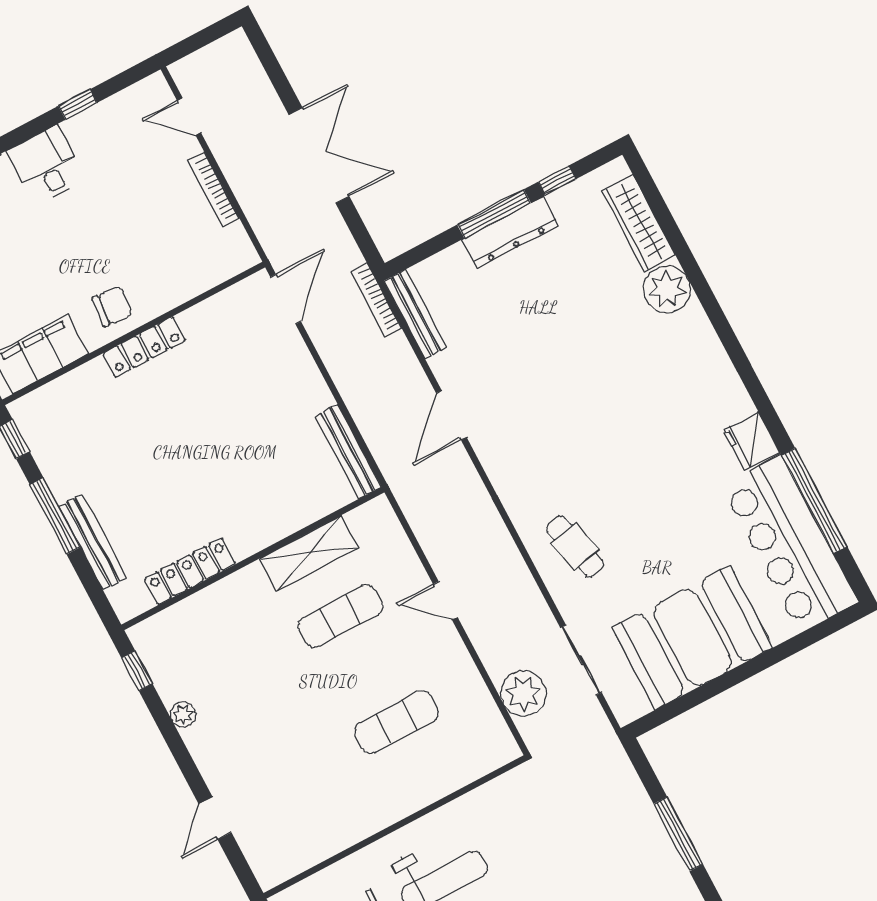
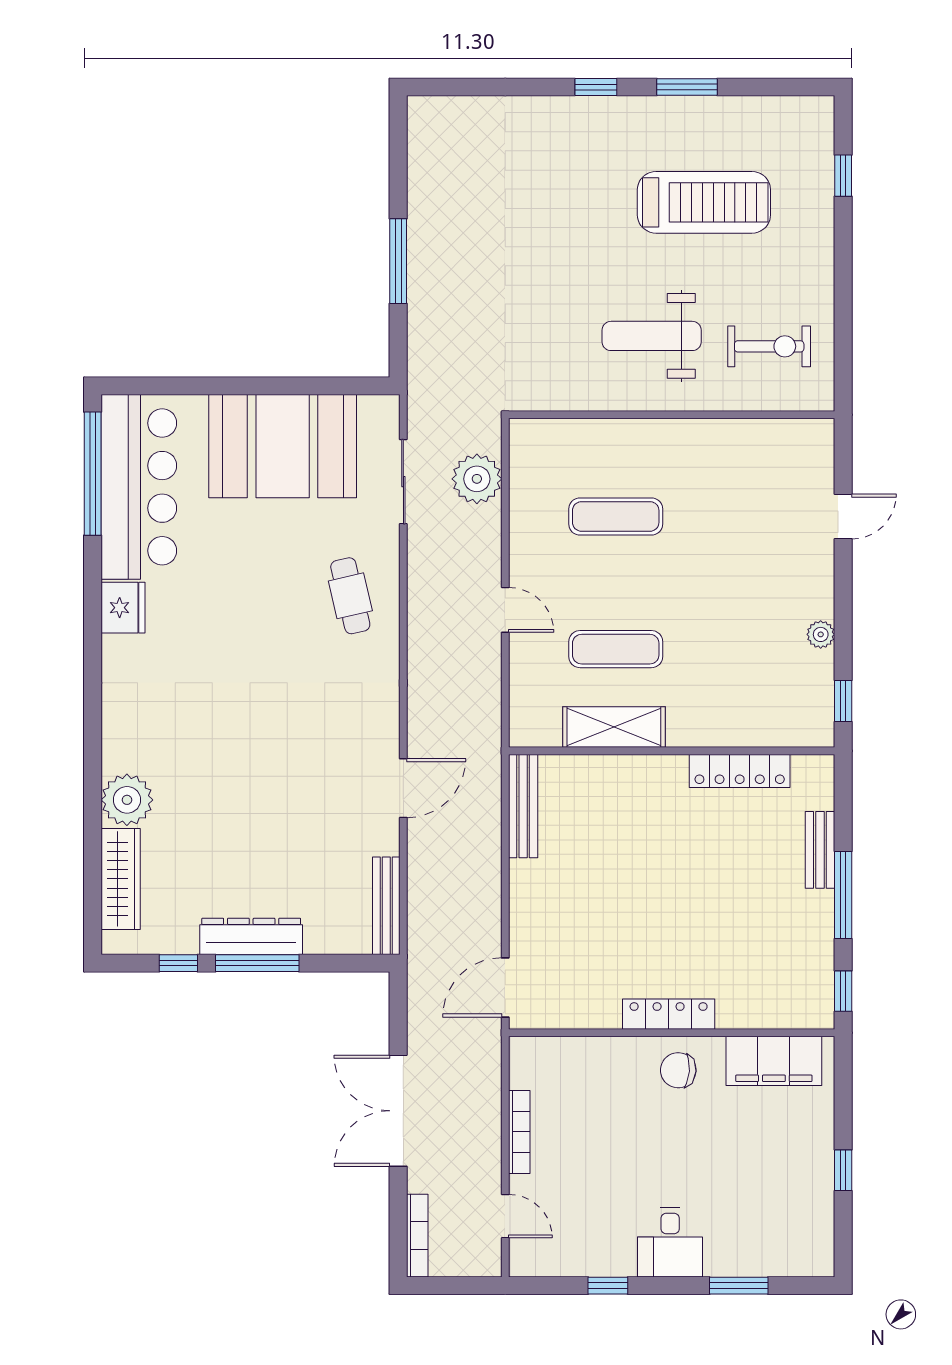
bookcase: (376, 300) -> (417, 1236), moved
window: (814, 501) -> (93, 474), moved
bench: (93, 542) -> (820, 850), width x0.73

